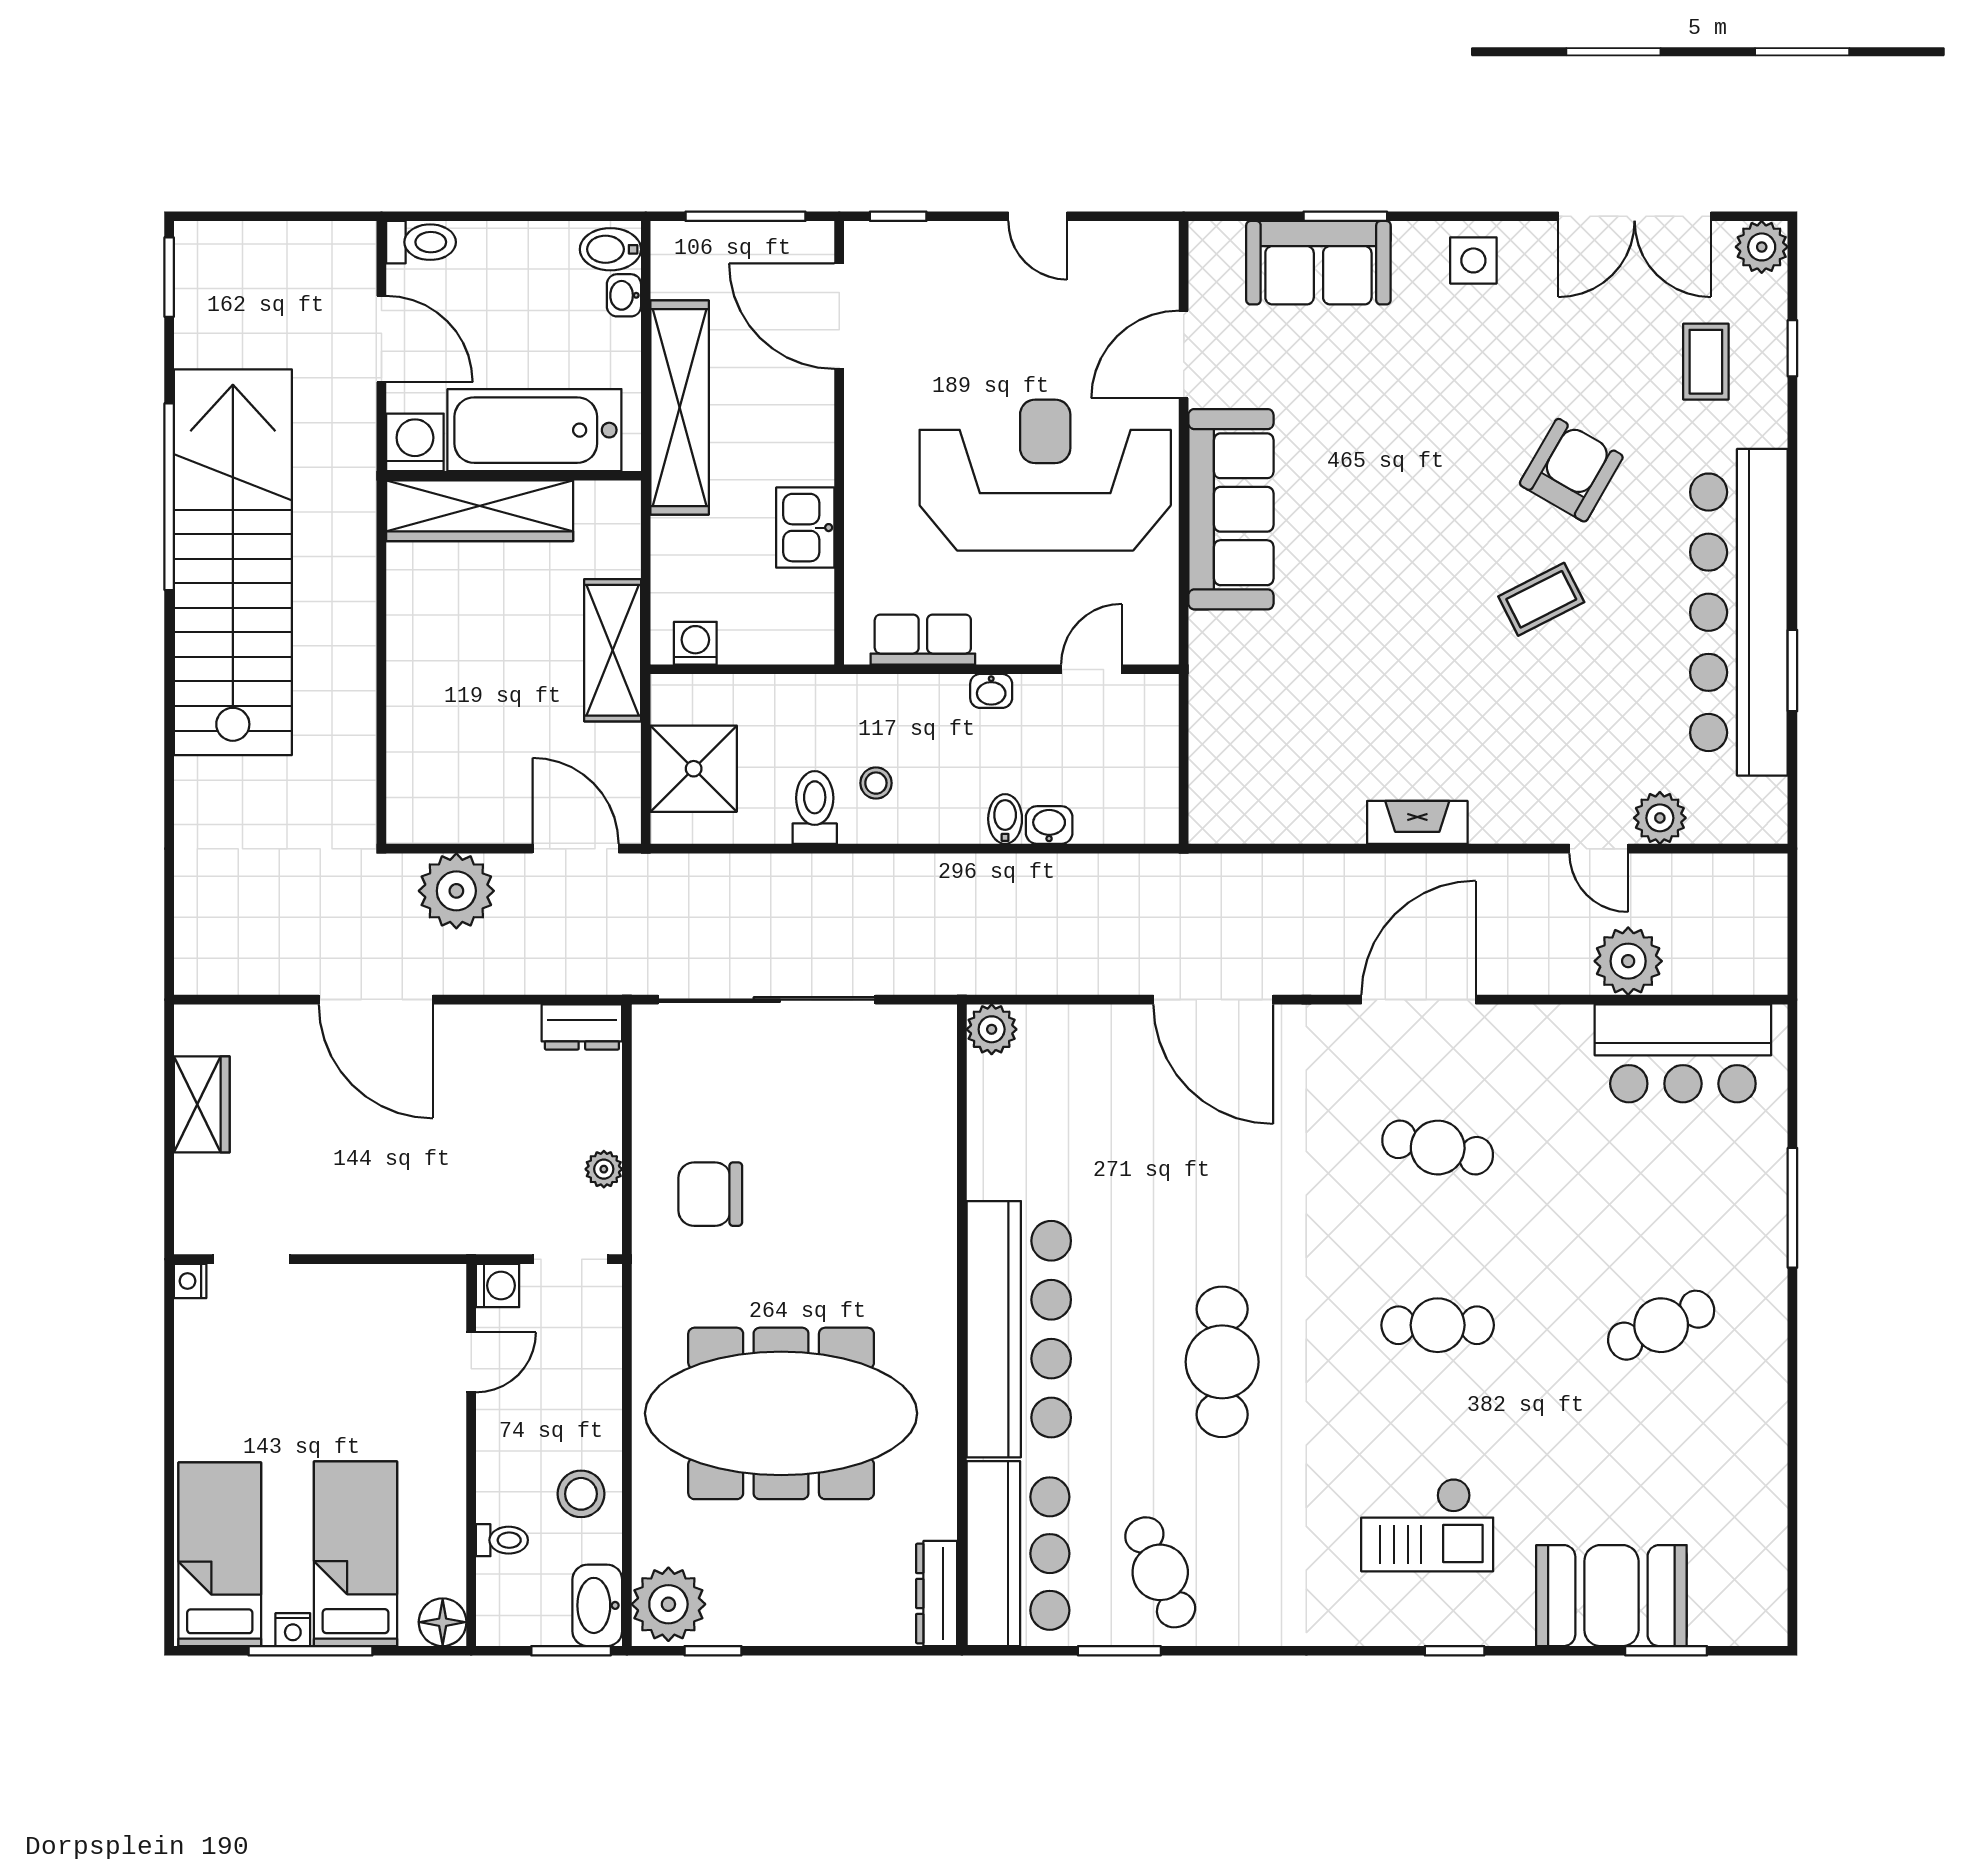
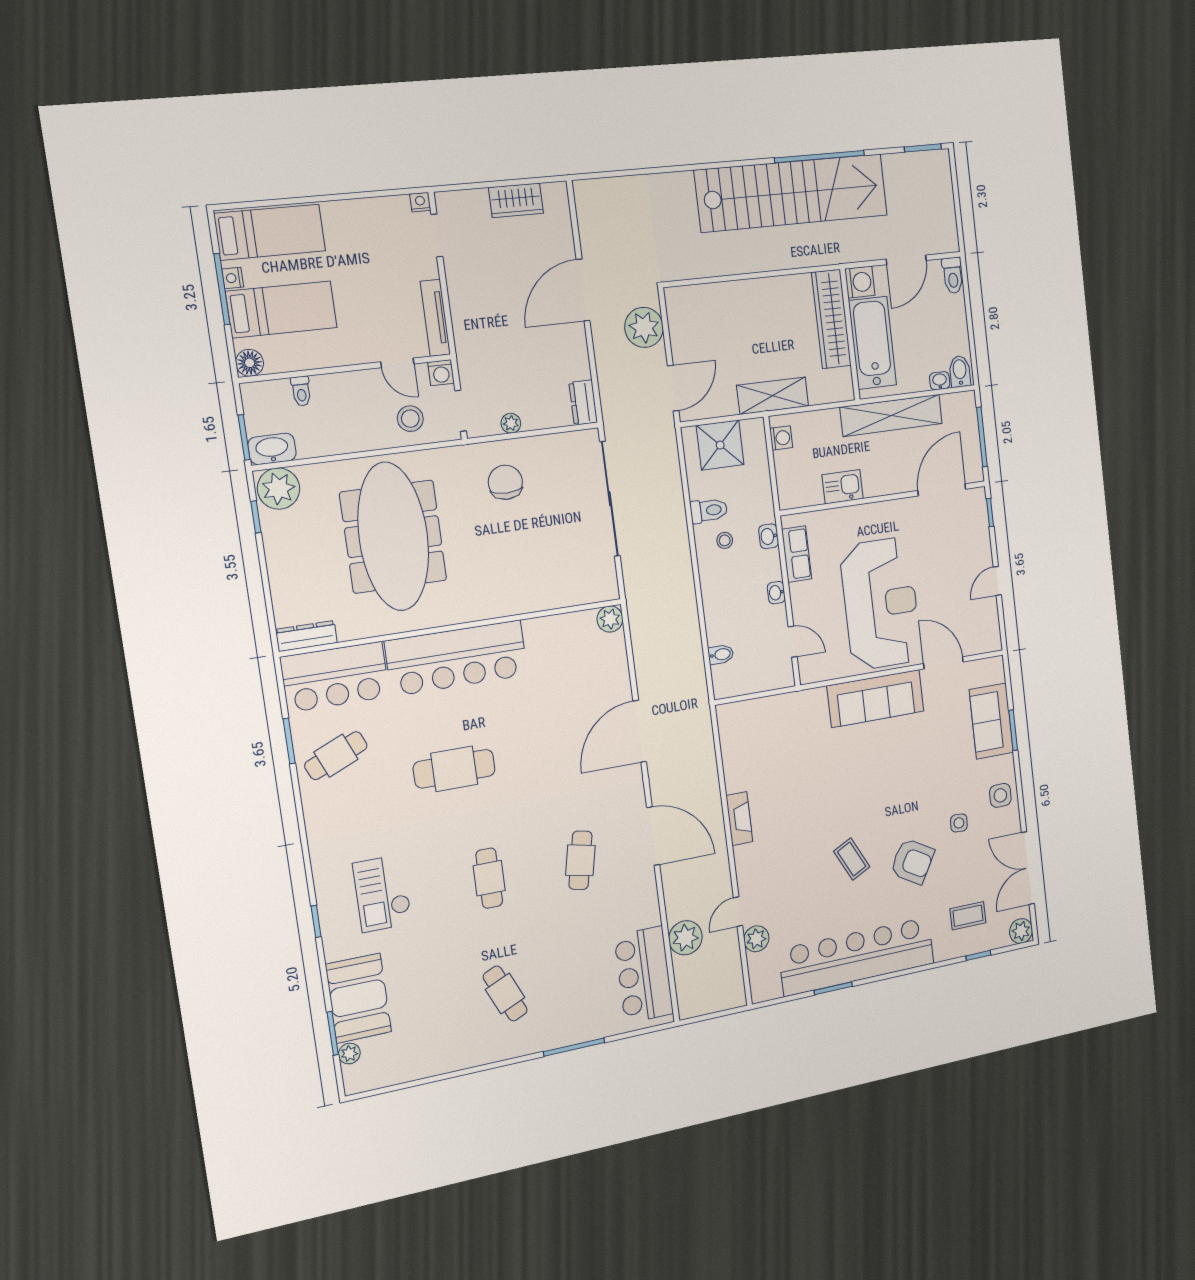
side table: (1513, 359) -> (959, 823), added
bidet: (1005, 819) -> (721, 655), moved
washbasin: (1049, 825) -> (769, 536), moved, turned 180
tv unit: (398, 1282) -> (435, 318), added
stool: (581, 1494) -> (410, 419), moved
plant: (1710, 1626) -> (349, 1054), added

